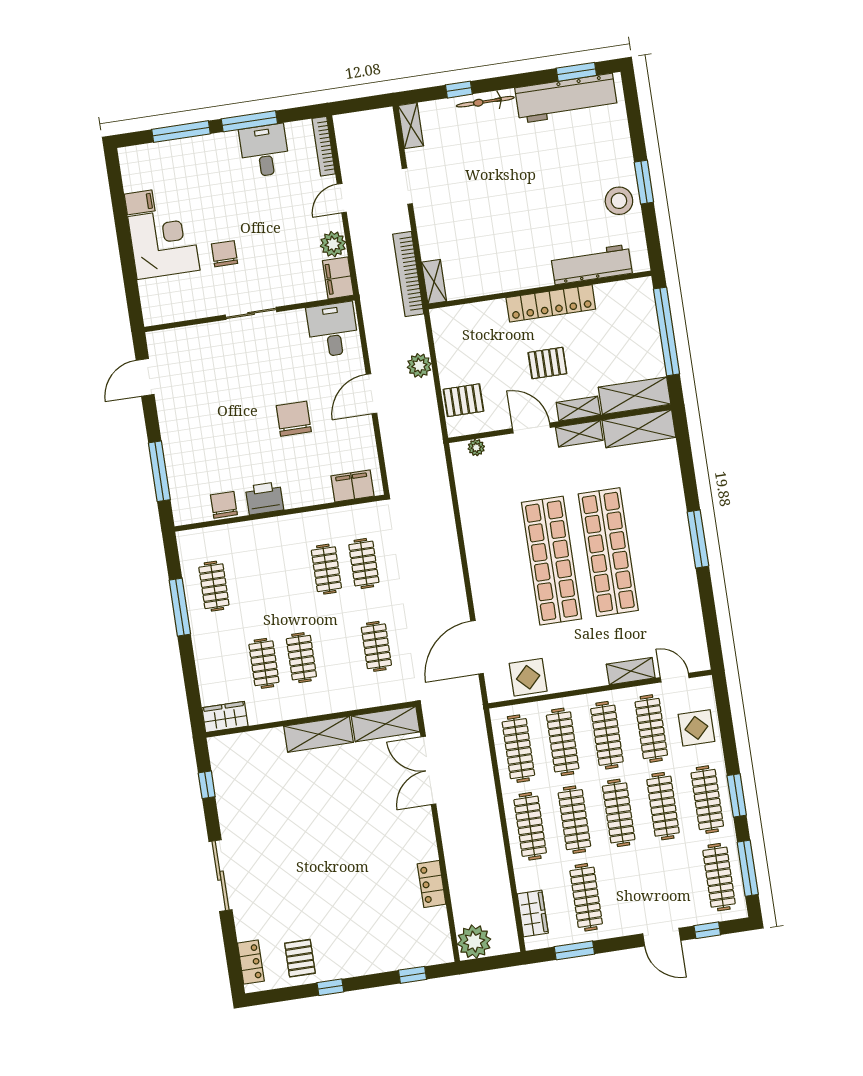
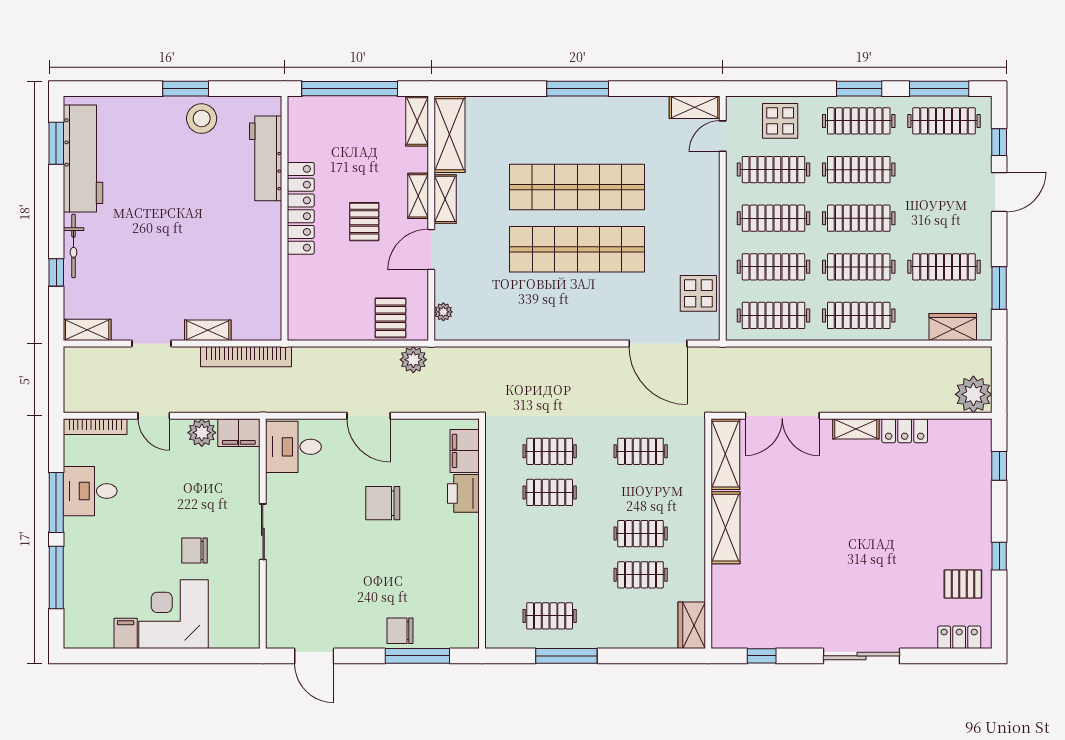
shelving: (434, 282) -> (208, 330), moved
plant: (419, 366) -> (413, 360), moved
shelving: (634, 396) -> (417, 121), width x0.67, depth x0.75
printer: (264, 498) -> (463, 493), moved
chair: (224, 505) -> (400, 631), moved
shelving: (631, 671) -> (695, 107), moved, turned 90
shelving: (426, 839) -> (856, 429), added

